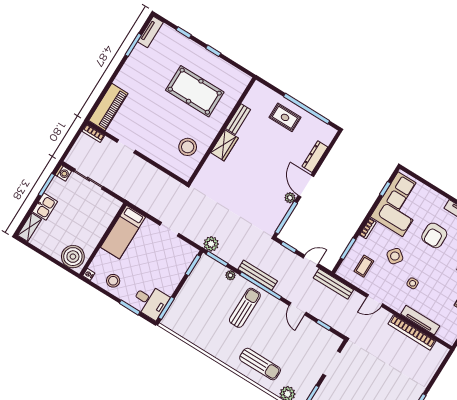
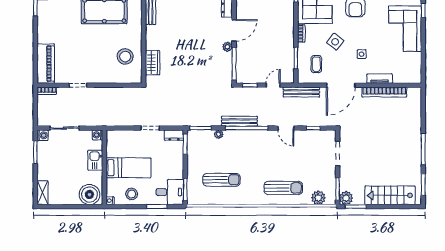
wardrobe: (224, 145) -> (152, 63), moved
door: (306, 186) -> (234, 30), swing flipped
washing machine: (115, 205) -> (97, 135), added
kitchen sink: (45, 207) -> (95, 160), moved, turned 180
bed: (123, 232) -> (129, 168), moved, turned -90
plant: (211, 244) -> (189, 119), removed
dresser: (188, 250) -> (174, 135), added
door: (375, 300) -> (341, 85), width x1.88
sun lounger: (245, 308) -> (222, 180), moved, turned 90
tv unit: (420, 320) -> (380, 79), width x0.71

